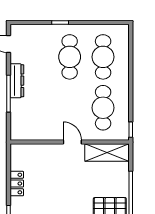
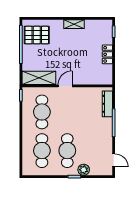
plant: (48, 32) -> (84, 170), added
dresser: (17, 81) -> (107, 104), moved
door: (72, 142) -> (65, 86), swing flipped

